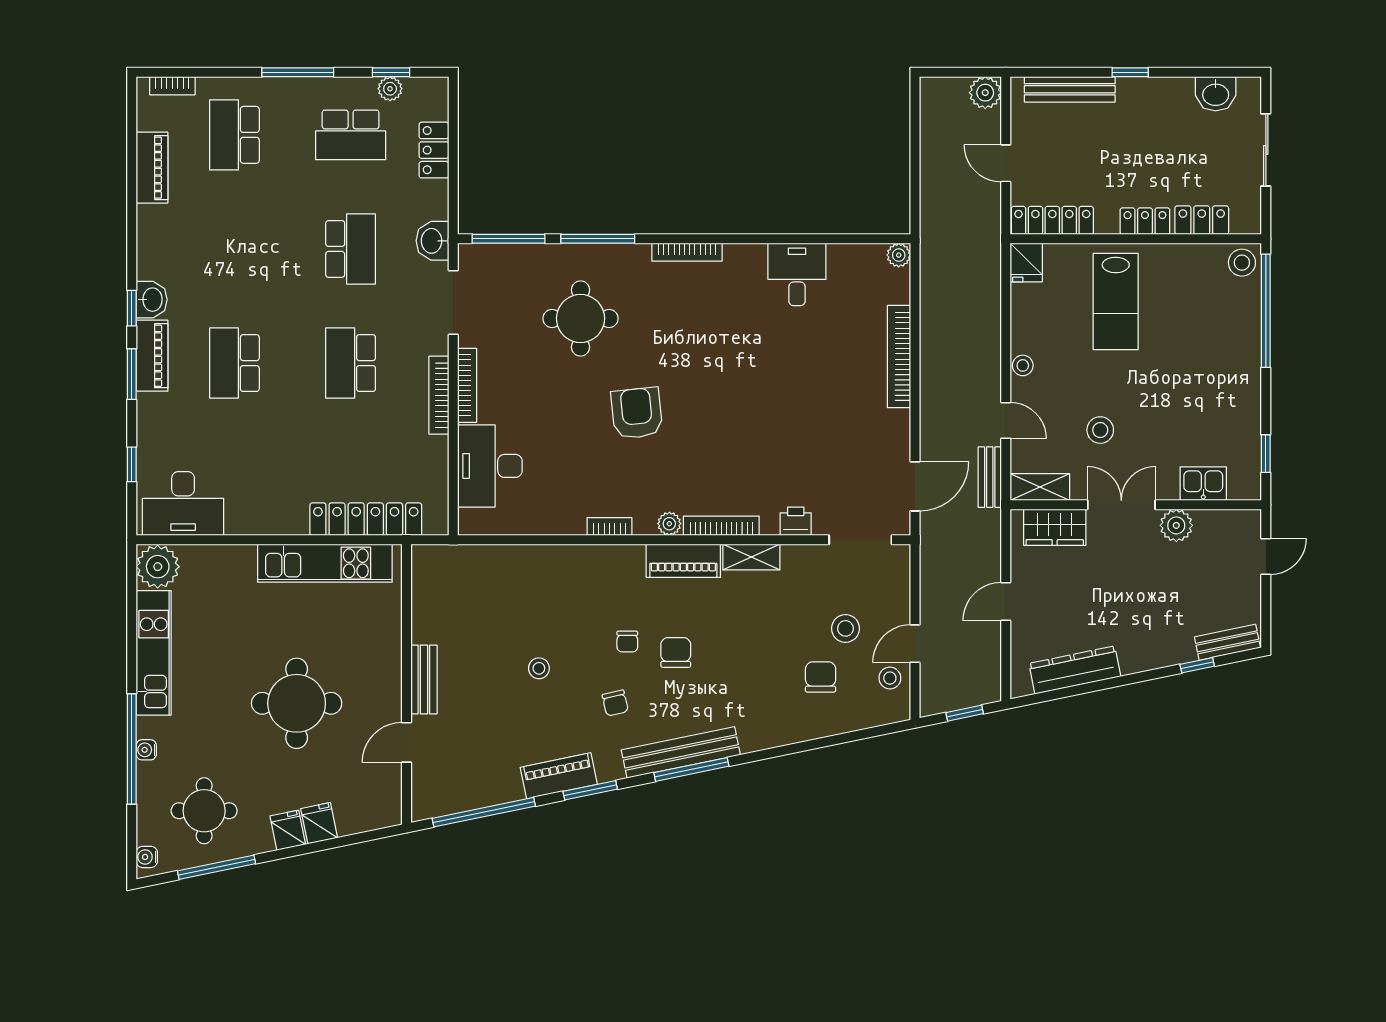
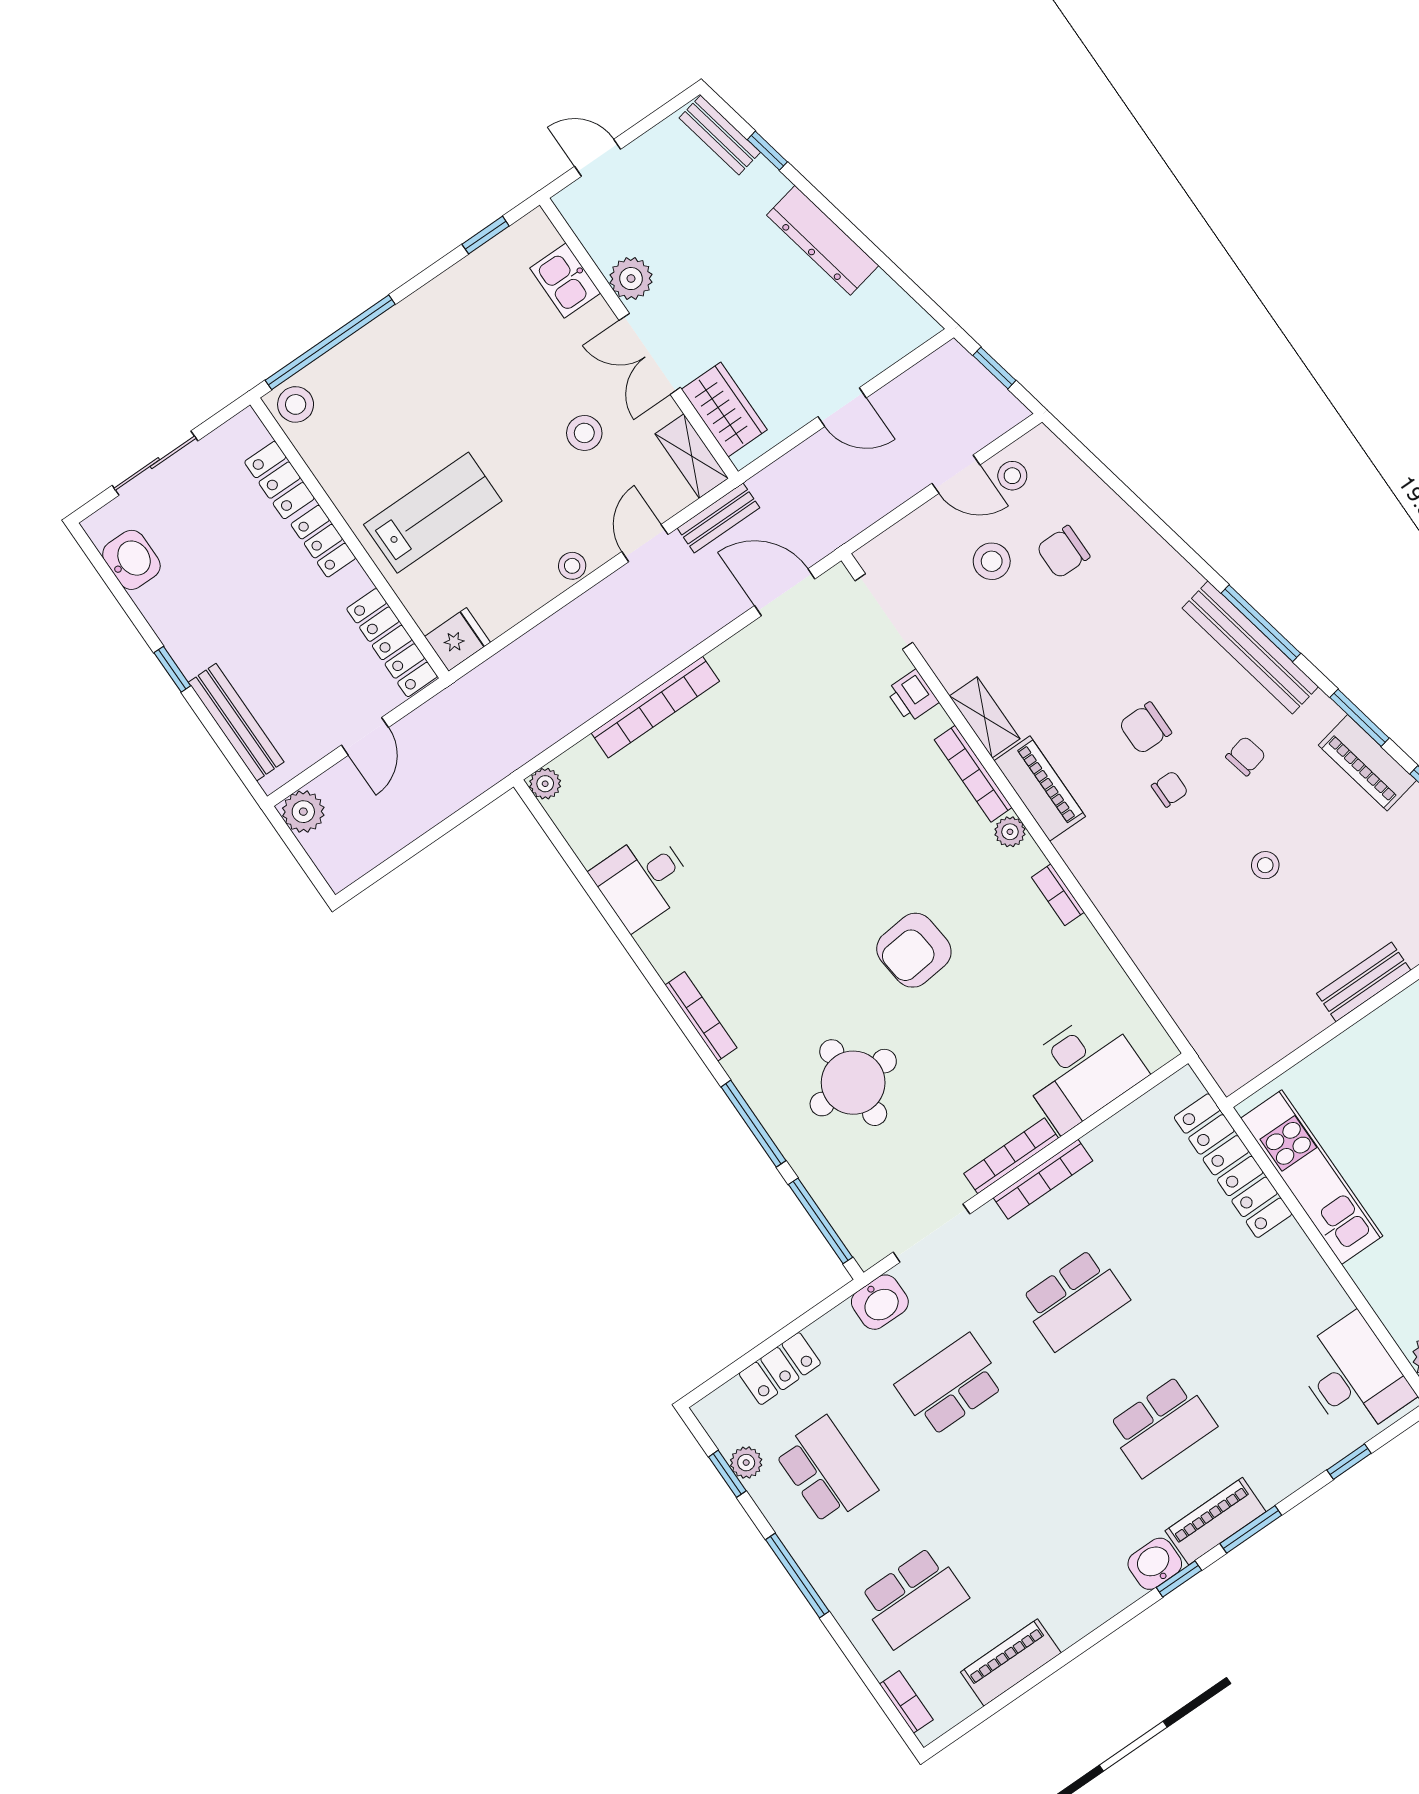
dresser: (1075, 670) -> (823, 240), moved

